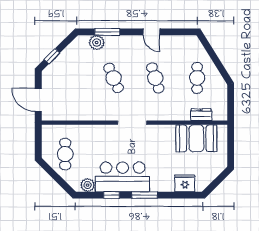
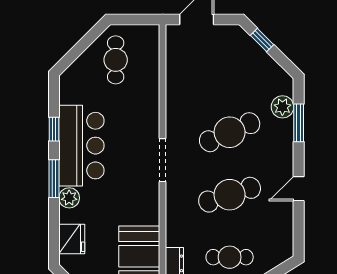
cafe table: (114, 78) -> (230, 132), width x1.37, depth x1.35
cafe table: (155, 78) -> (230, 195), width x1.37, depth x1.35
cafe table: (65, 154) -> (116, 60), turned 90
plant: (88, 185) -> (69, 198), moved

